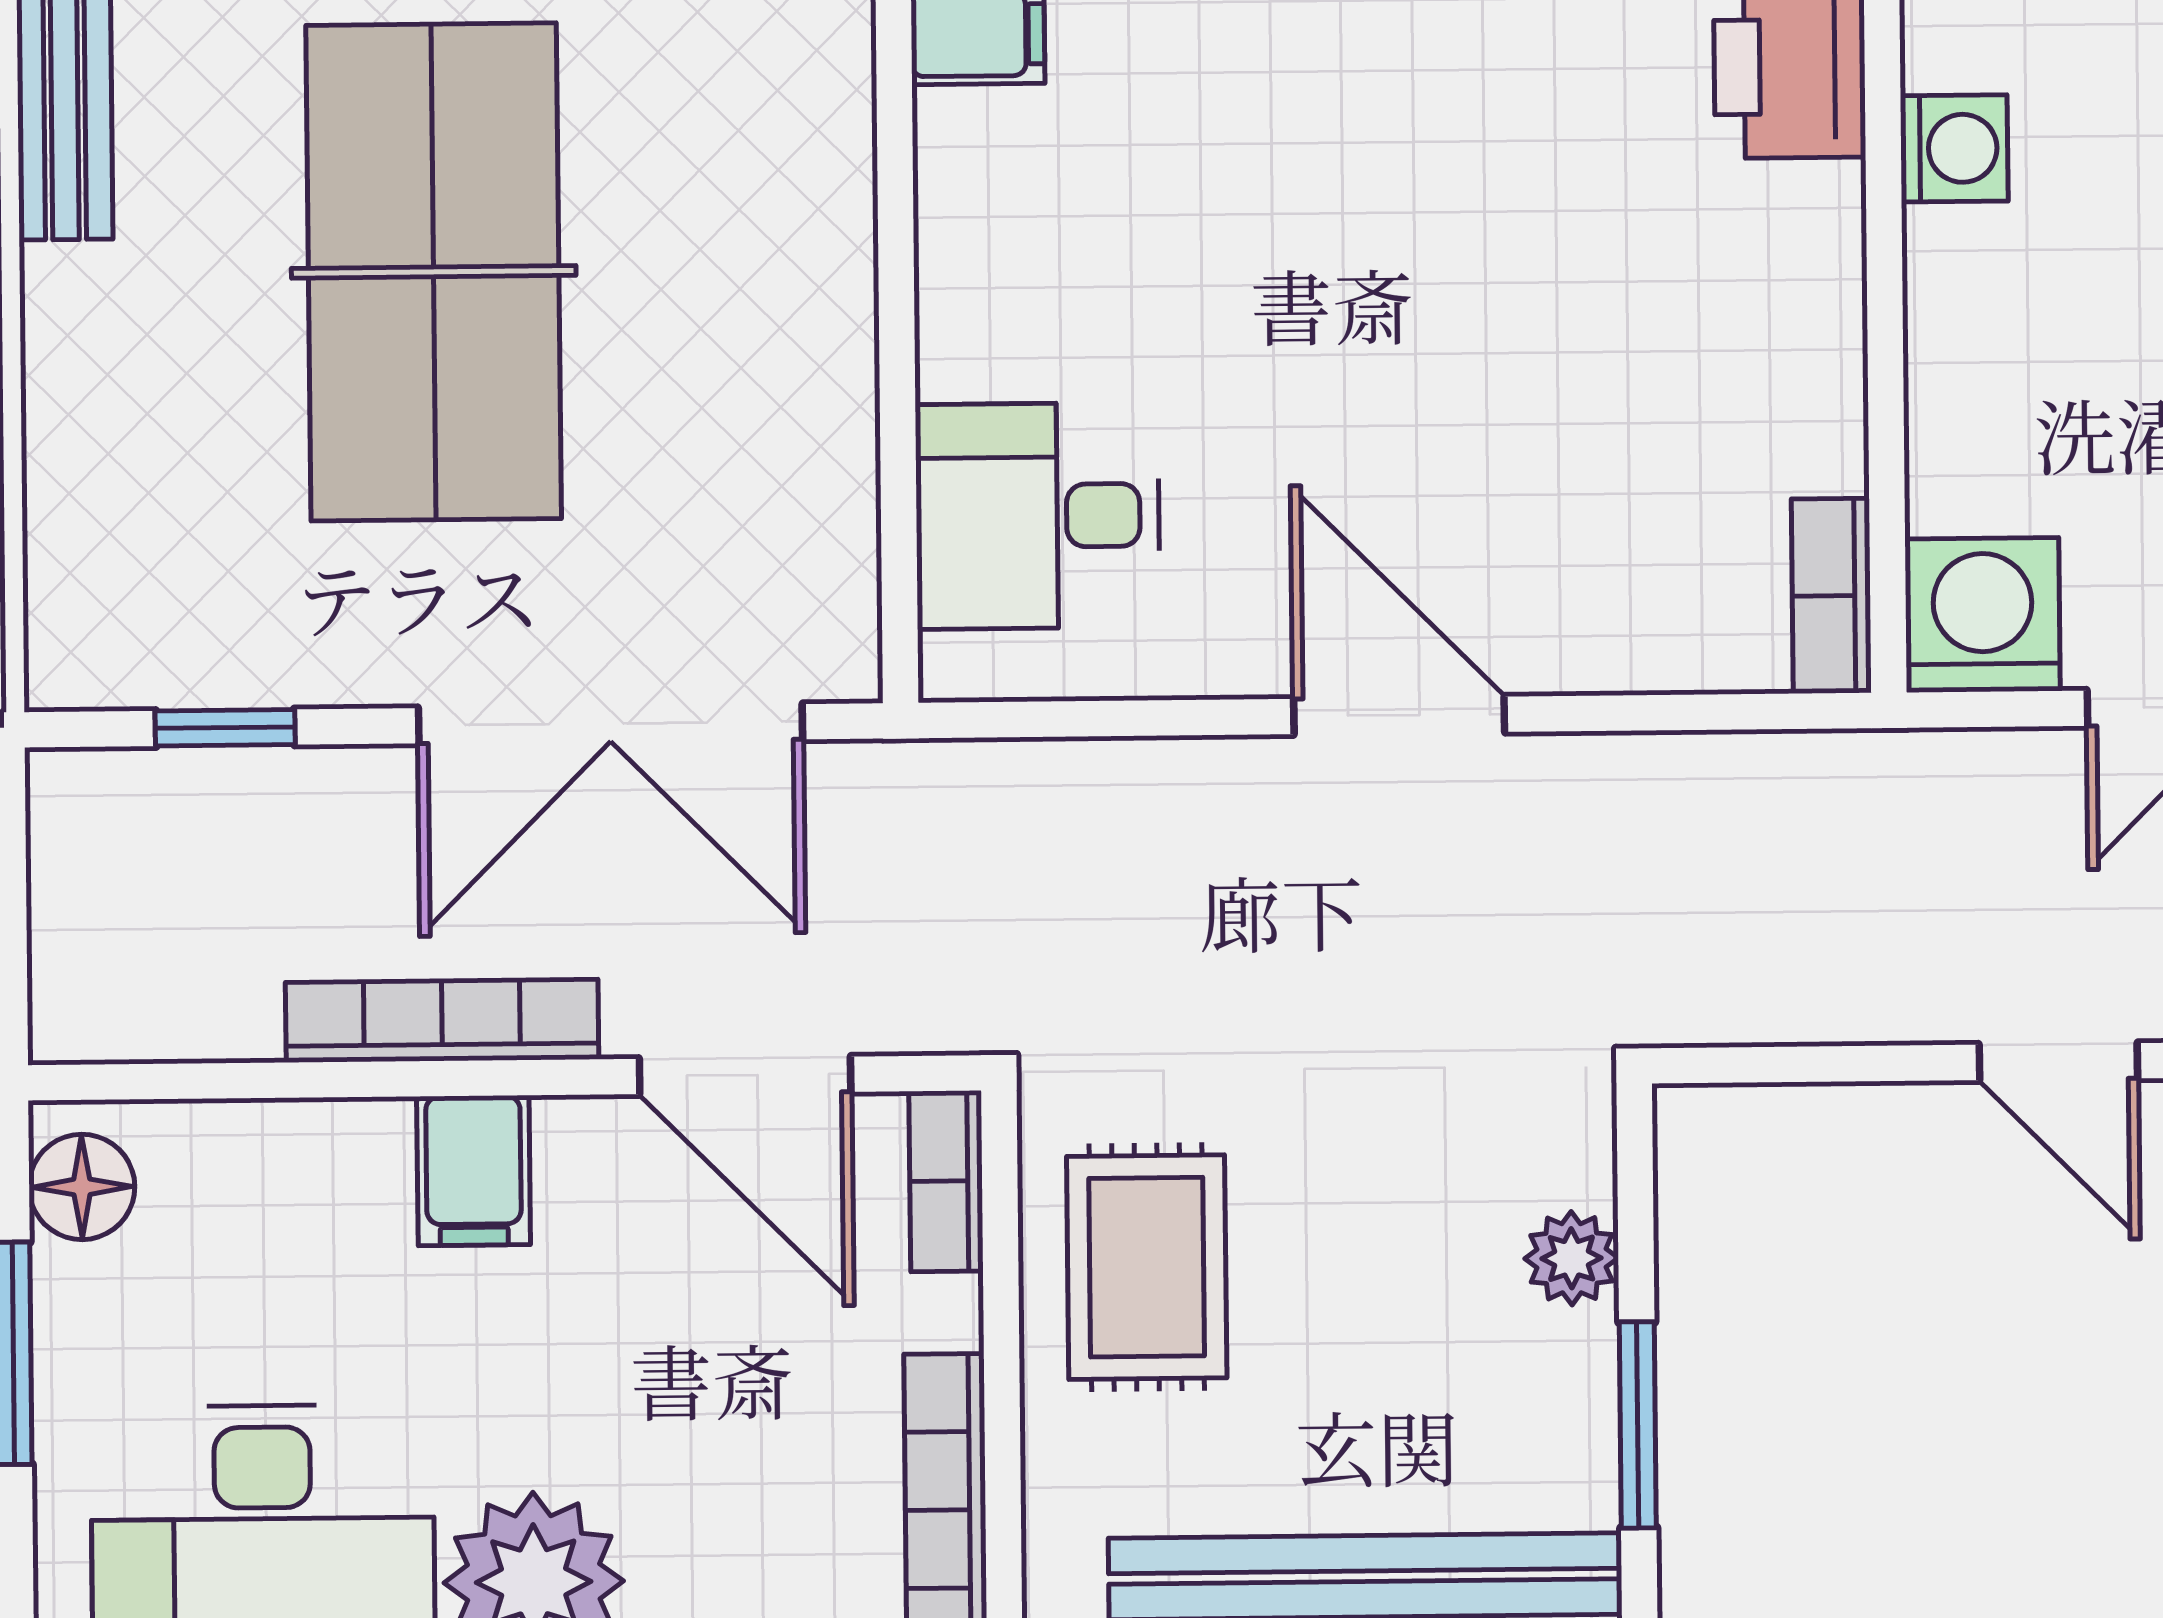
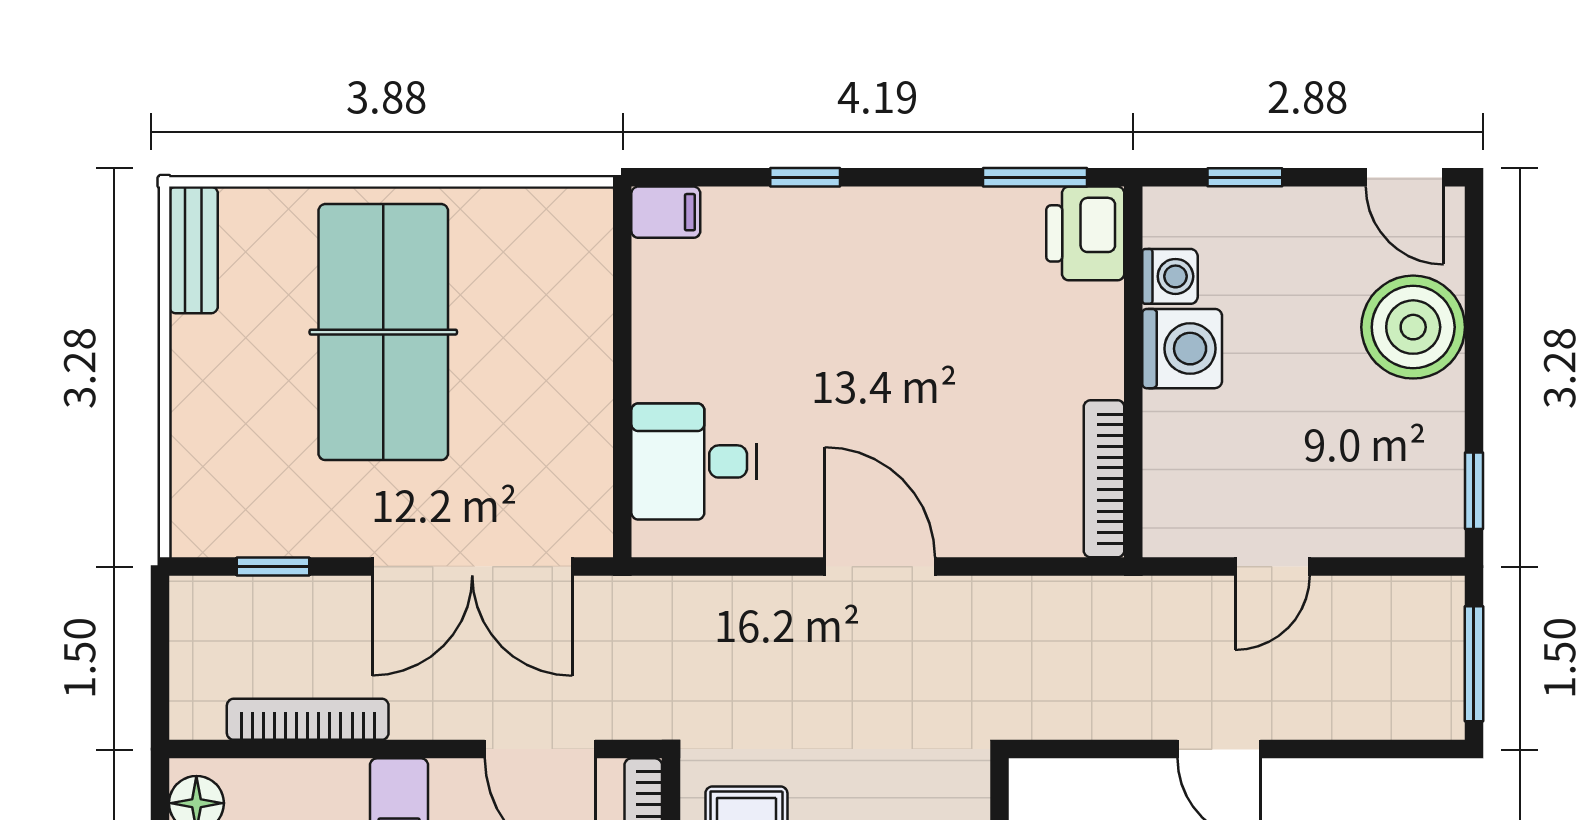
bookcase: (1831, 596) -> (1104, 479), width x1.56
washing machine: (1983, 615) -> (1182, 349), moved, turned 90
bookcase: (442, 1021) -> (308, 719), moved

